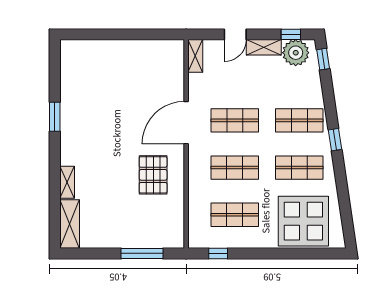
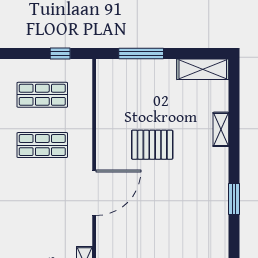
shop shelf: (235, 120) -> (42, 195), removed
pallet: (153, 175) -> (152, 145), moved, turned 90
shelving: (70, 224) -> (203, 69), moved, turned 90

